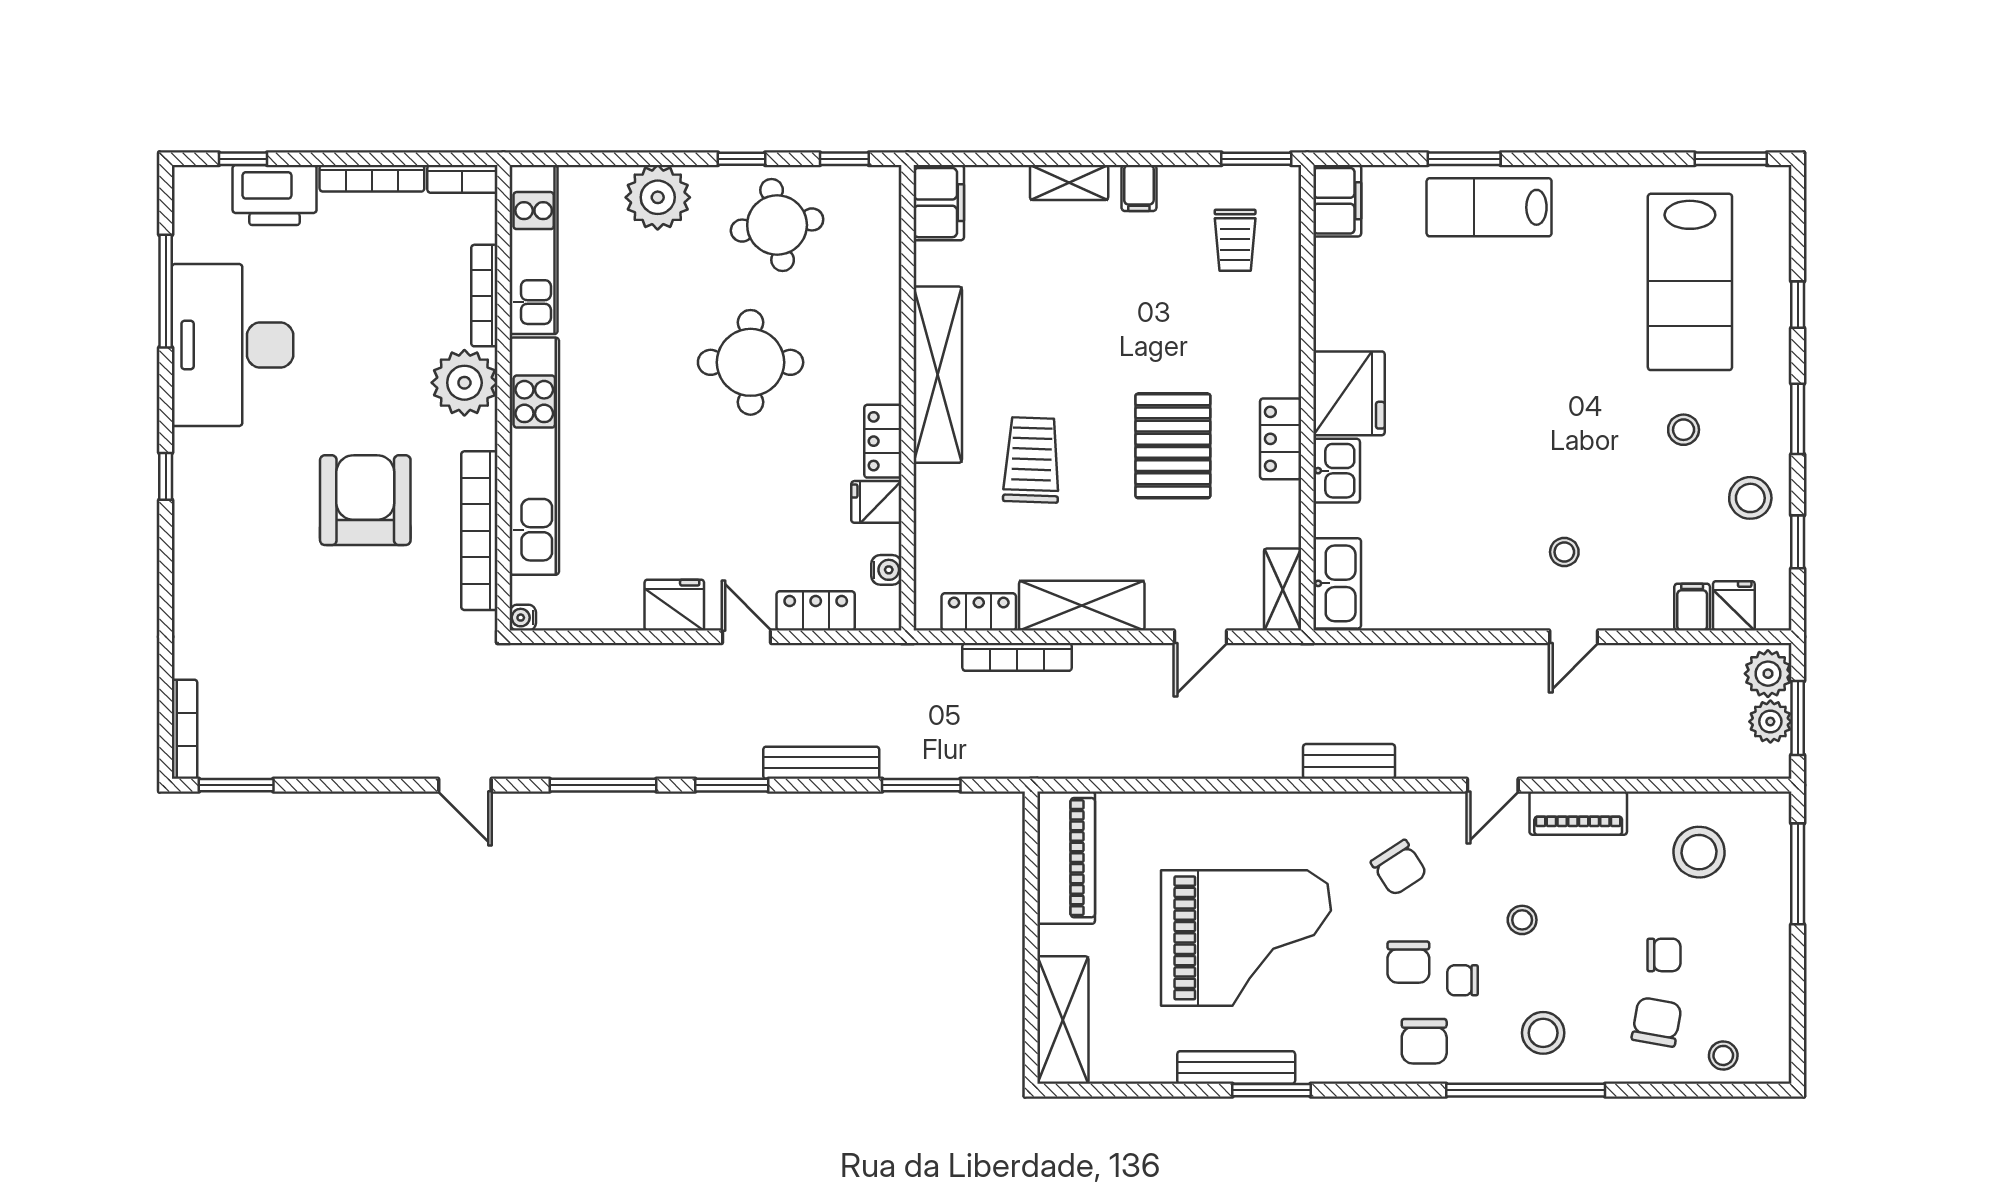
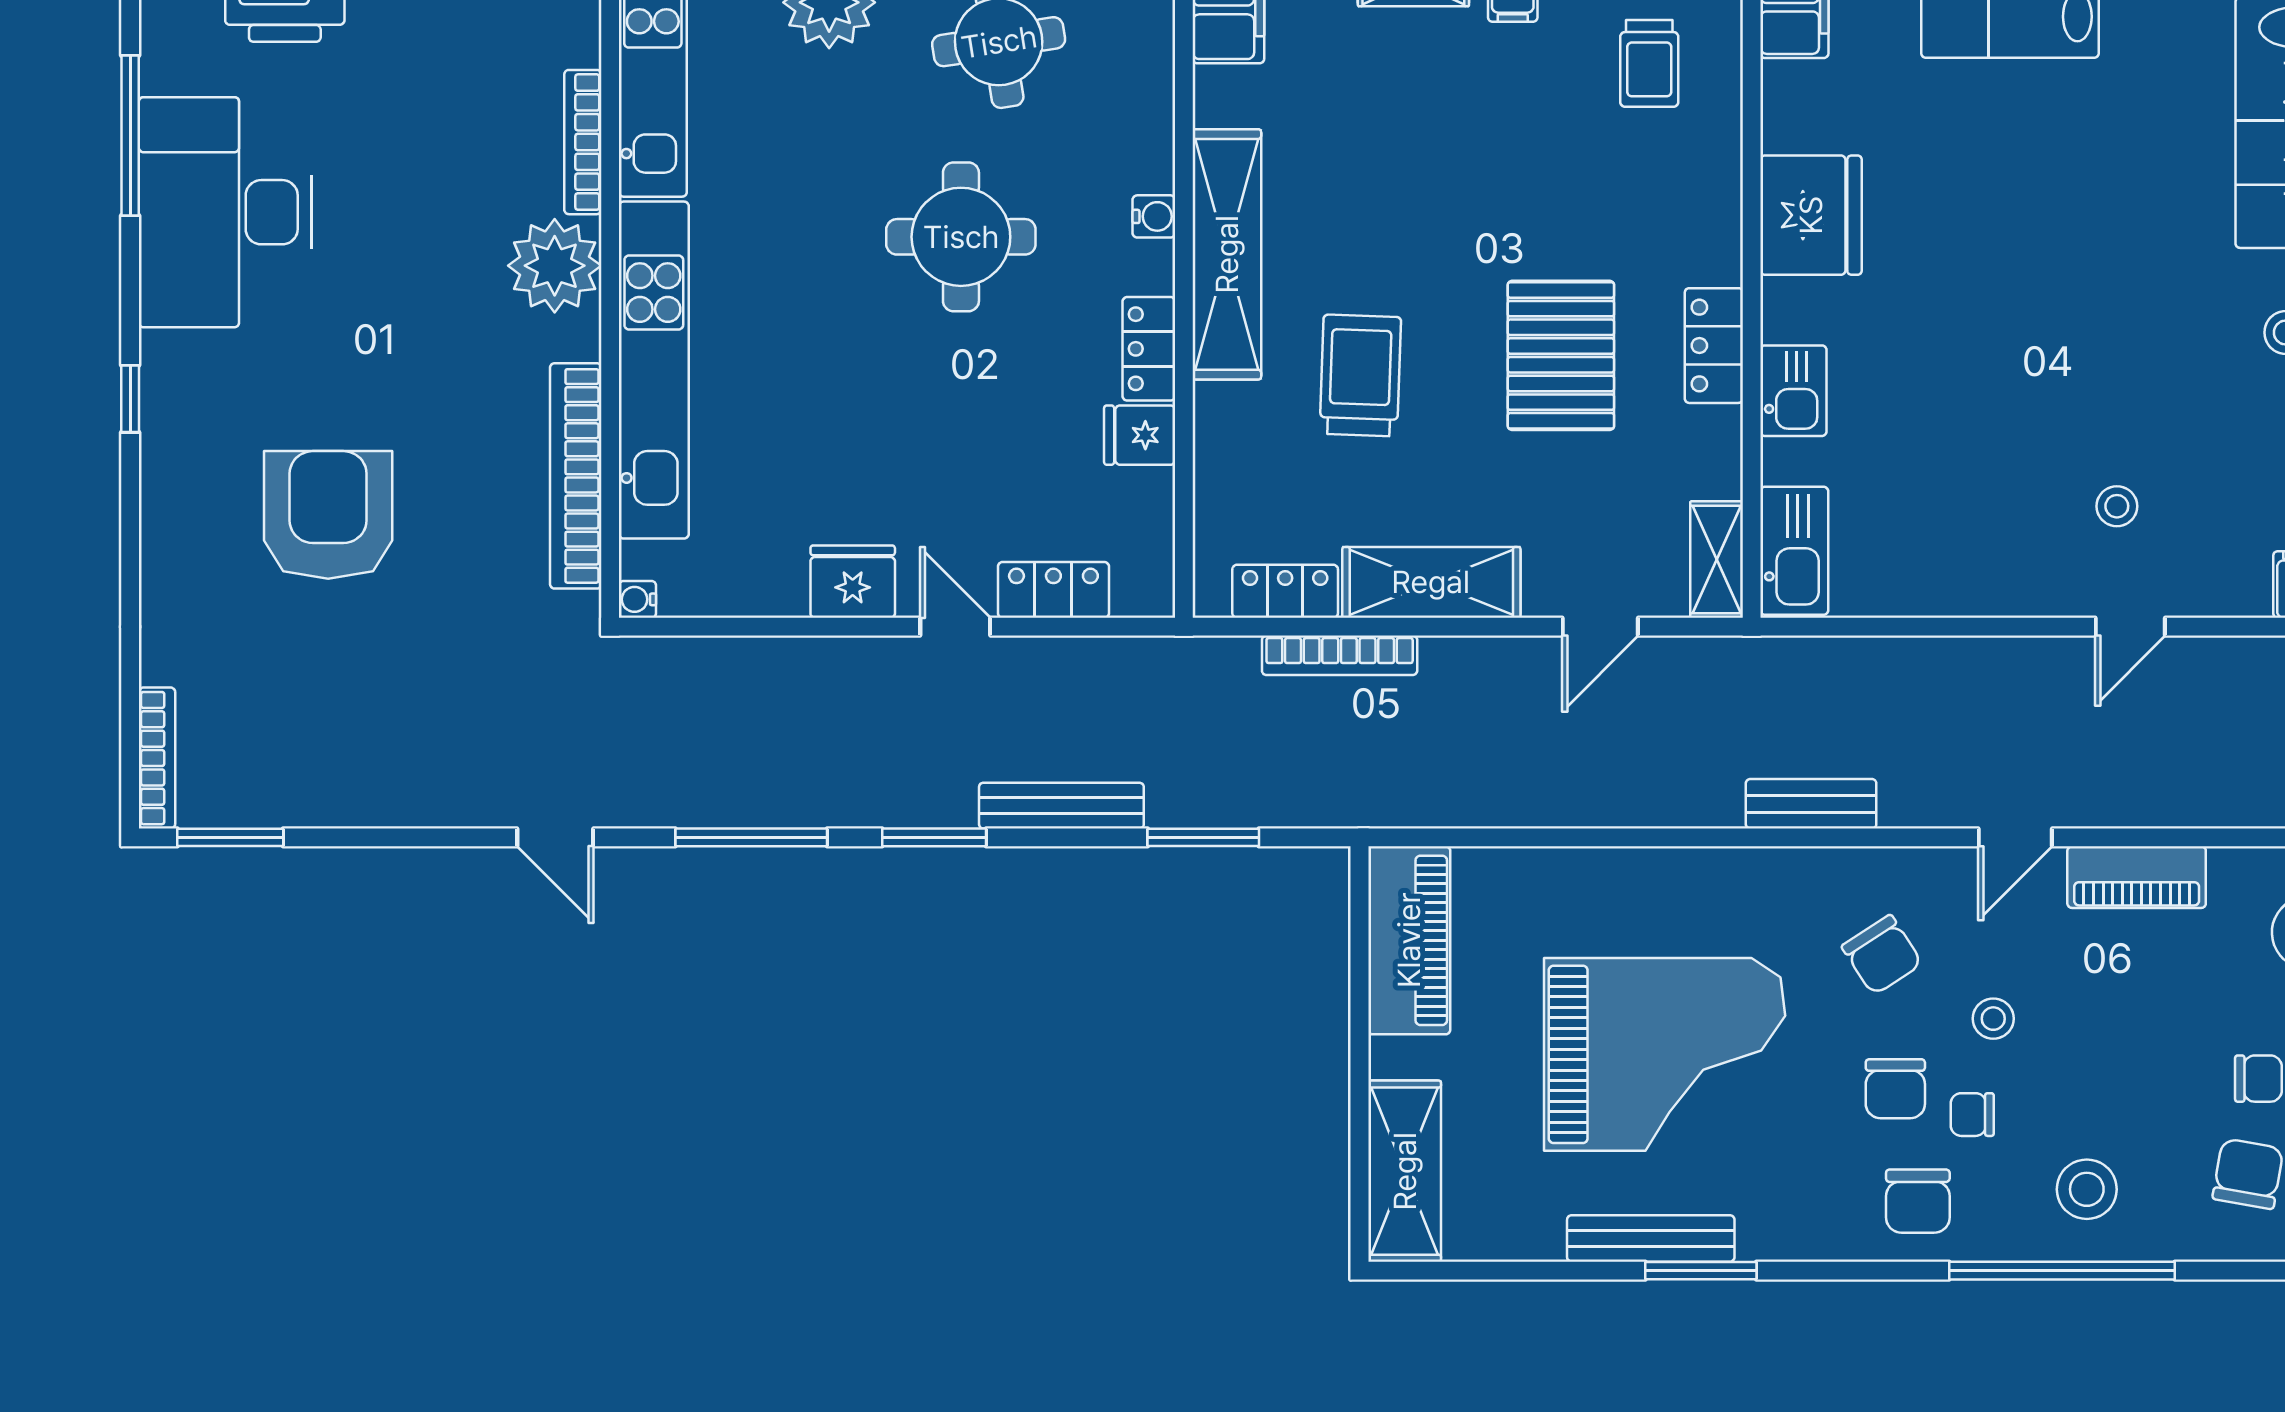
fridge: (1349, 393) -> (1811, 215), moved
armchair: (365, 500) -> (328, 515), moved
water cooler: (886, 570) -> (1154, 216), moved
stool: (1522, 920) -> (1993, 1019), moved

